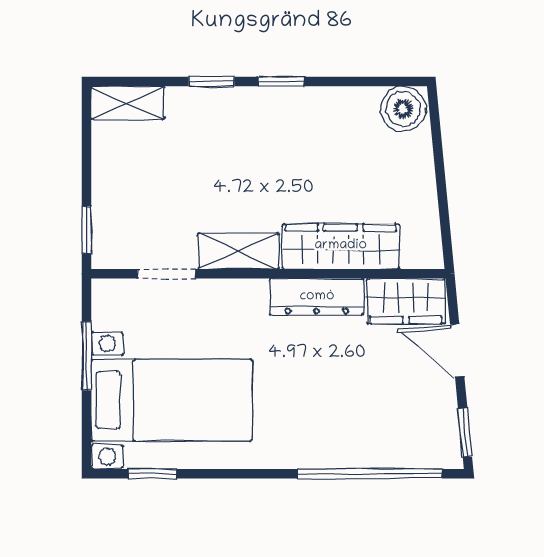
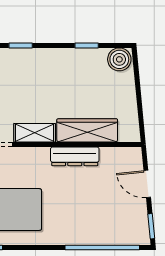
window: (281, 82) -> (87, 45), moved
wardrobe: (406, 301) -> (121, 159), removed

